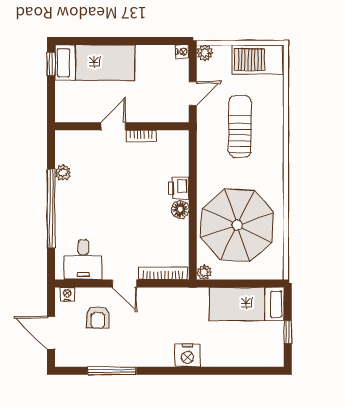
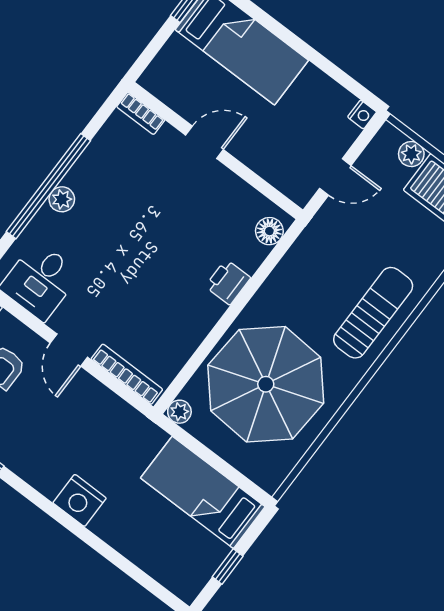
plant: (205, 53) -> (411, 154), moved
sun lounger: (240, 127) -> (373, 313), moved
bookcase: (141, 136) -> (141, 113), moved
plant: (63, 173) -> (62, 199), moved
floor lamp: (180, 209) -> (269, 231), moved

